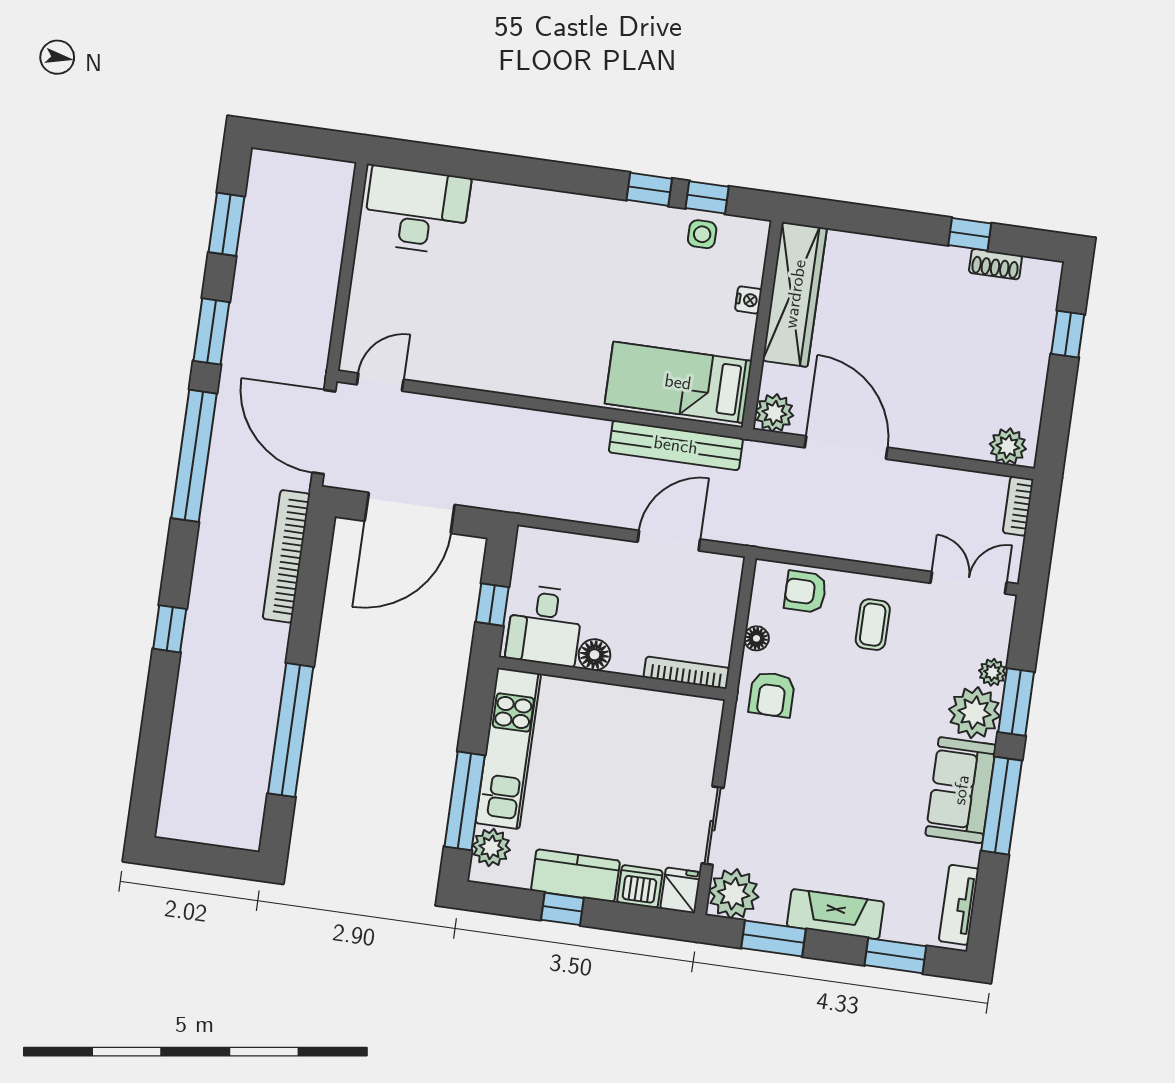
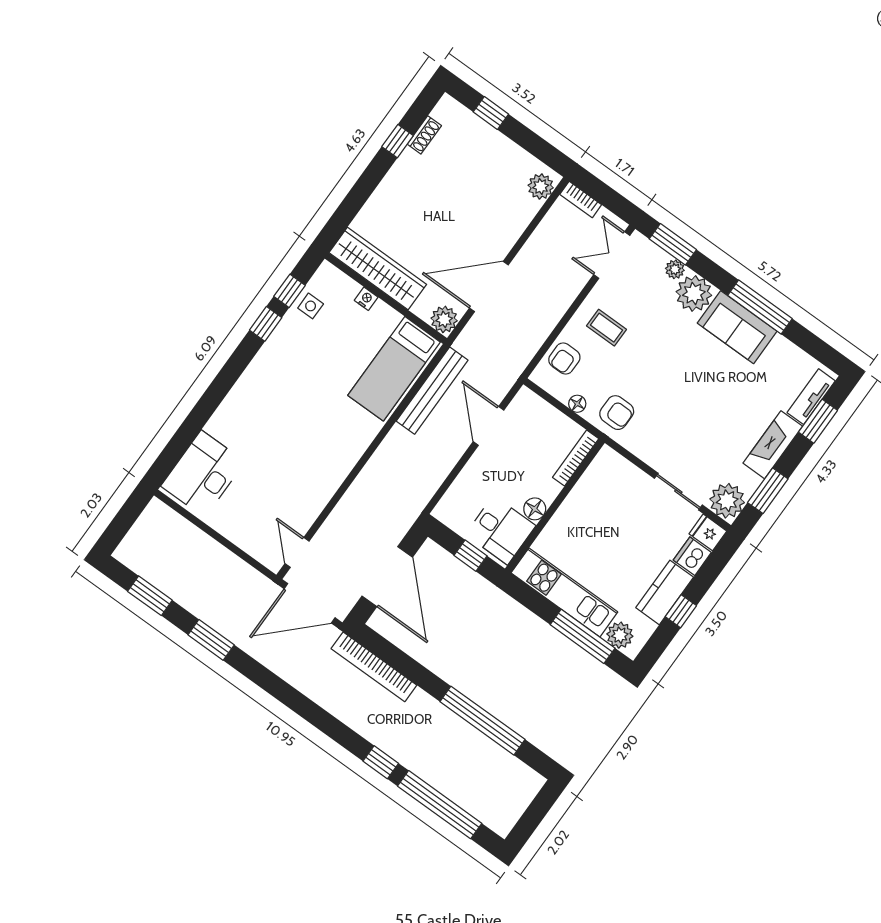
window: (194, 456) -> (440, 805), moved
window: (1016, 702) -> (673, 244), moved
tv unit: (959, 905) -> (811, 397), moved, turned 90

